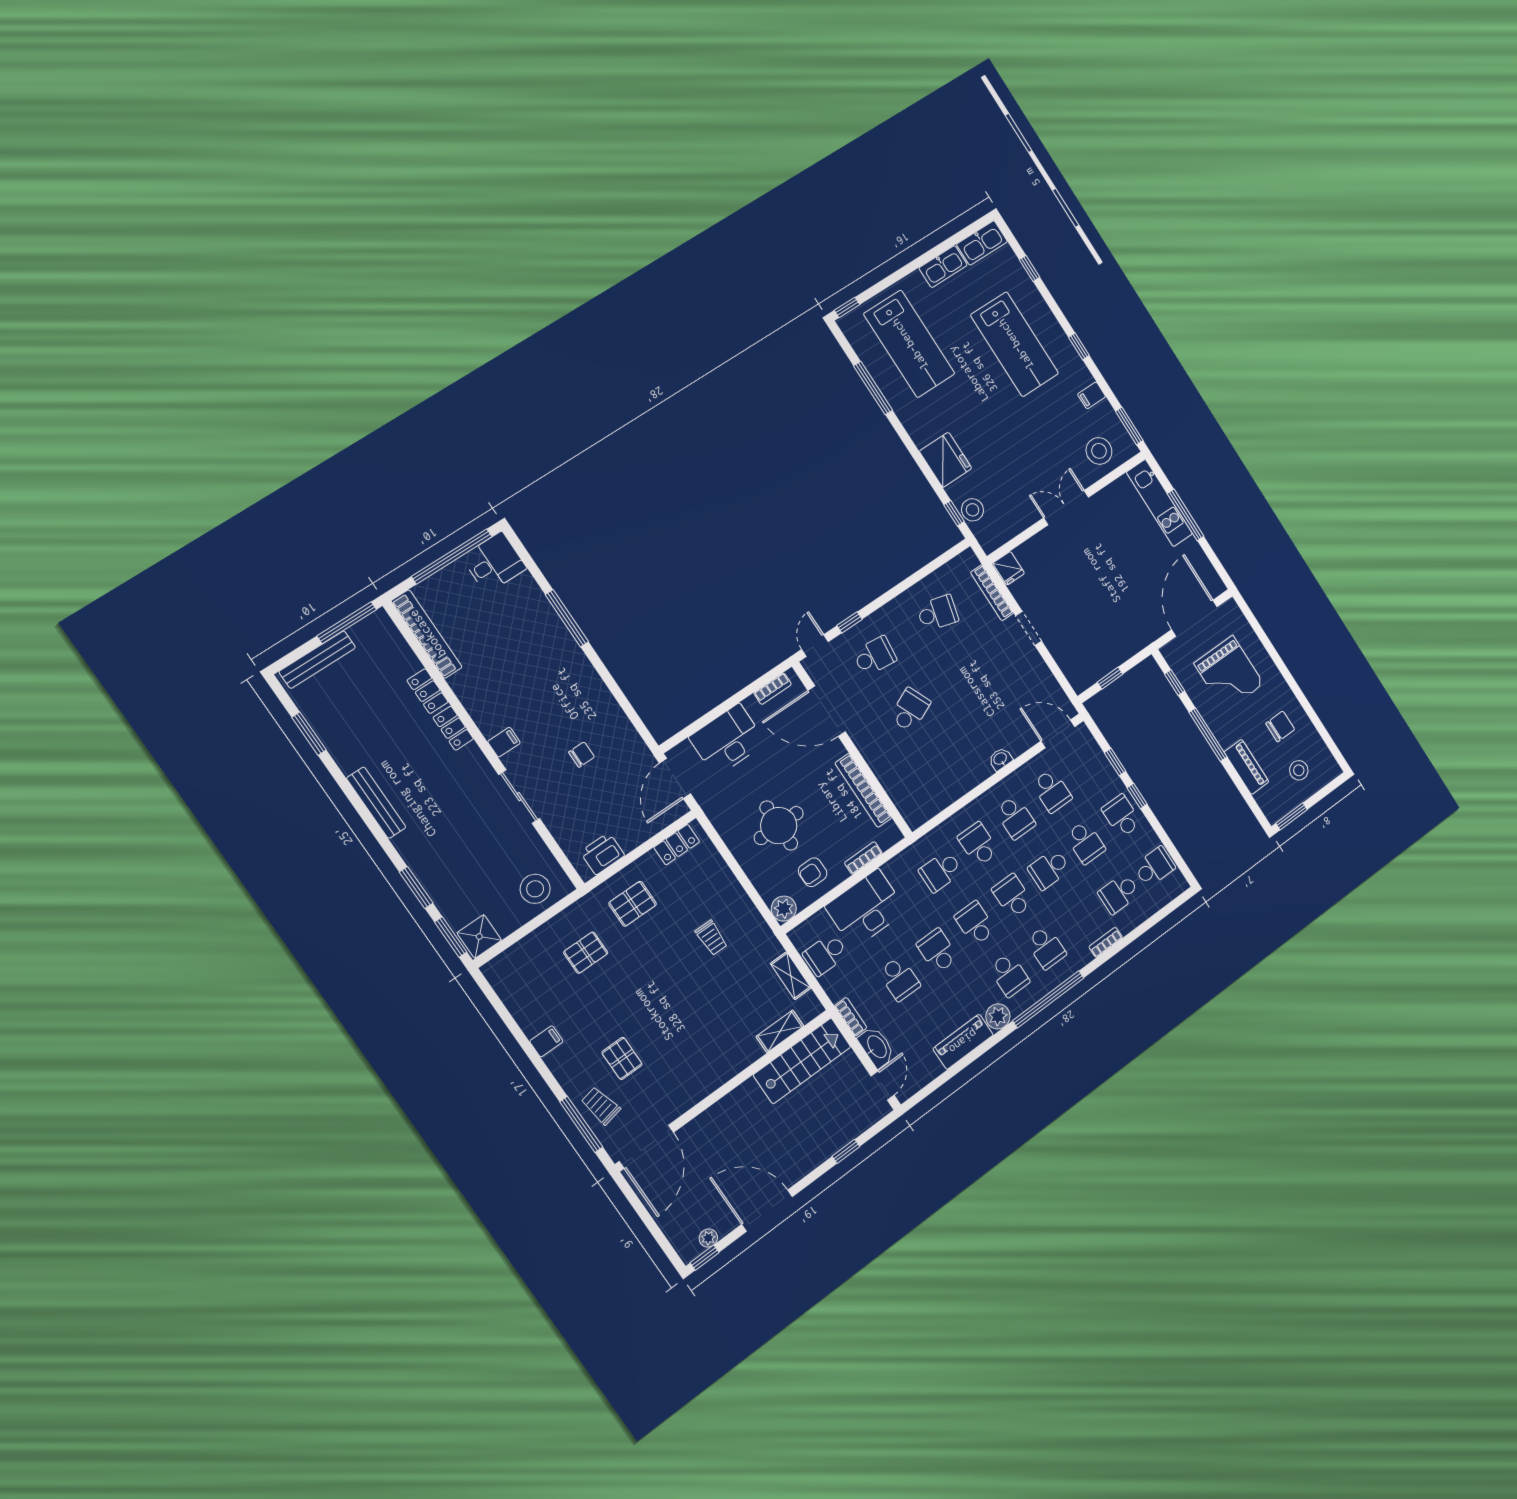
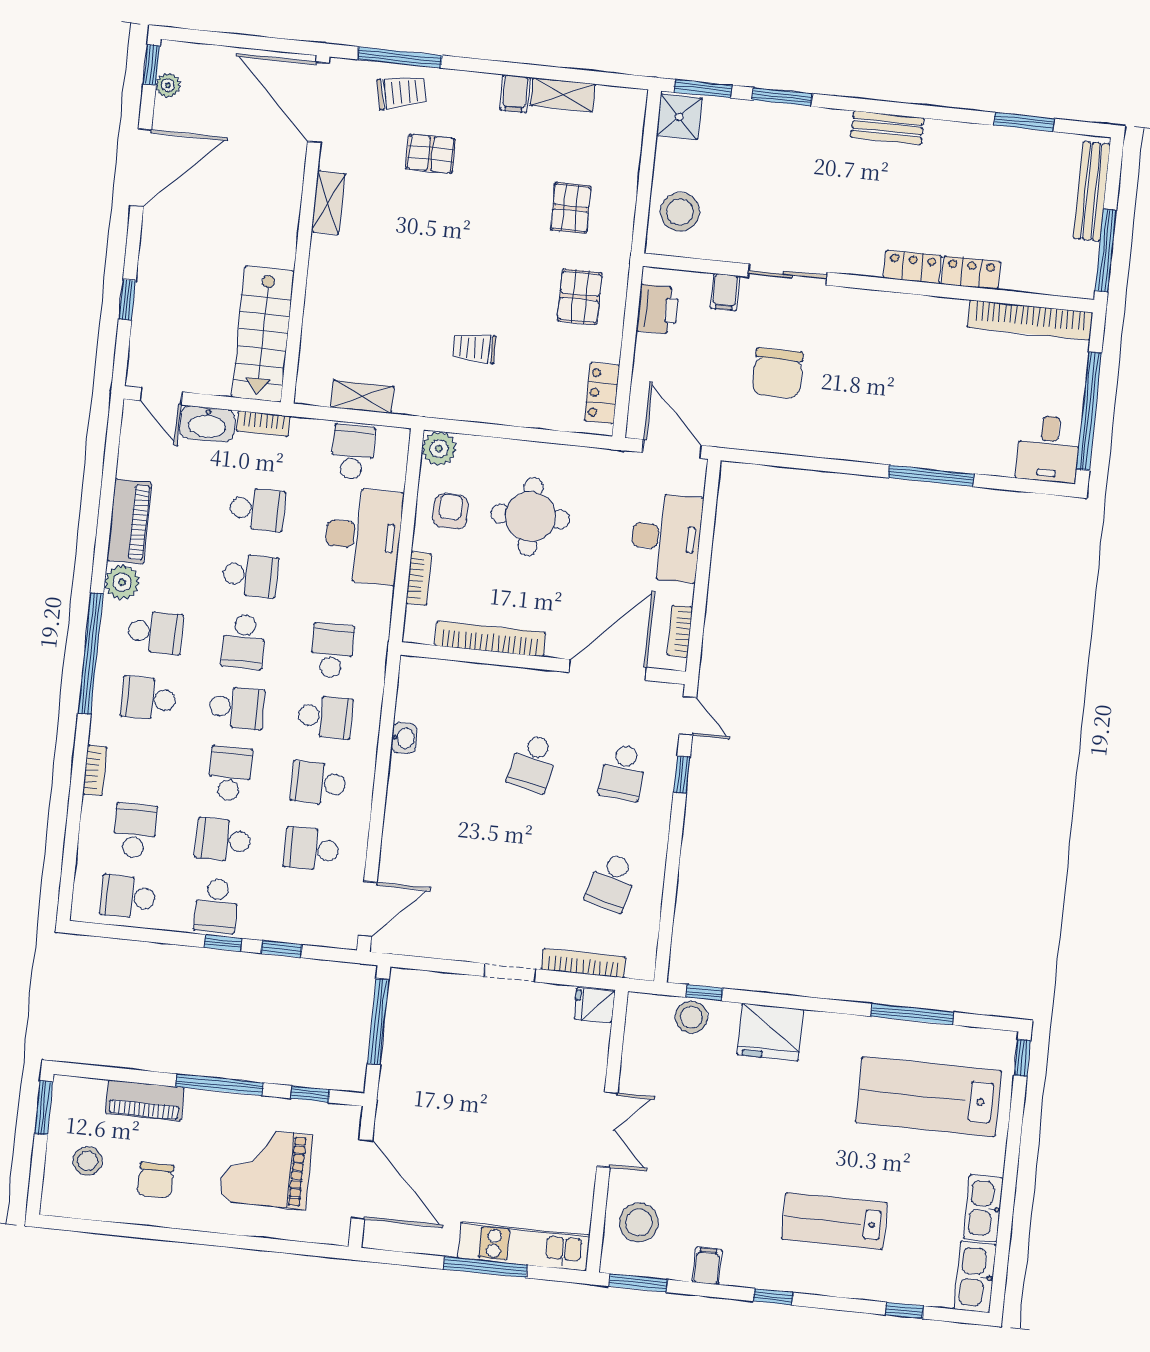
lab bench: (1015, 344) -> (834, 1221), width x0.73, depth x0.72
window: (1110, 678) -> (378, 1022), width x2.17
school desk: (910, 710) -> (533, 763), turned 36
filing cabinet: (504, 742) -> (725, 292), moved
chair: (582, 755) -> (778, 373), width x1.87, depth x1.87
washbasin: (1000, 759) -> (404, 738), moved
bench: (376, 803) -> (887, 128), width x0.73
school desk: (1121, 816) -> (216, 906), turned 90
school desk: (1154, 867) -> (128, 897), turned 90
school desk: (975, 923) -> (244, 641), turned 90
school desk: (1009, 975) -> (155, 632), turned 180
school desk: (899, 979) -> (257, 509), turned 180
shelving: (524, 1014) -> (563, 95), added
shelving: (780, 1031) -> (328, 203), moved

